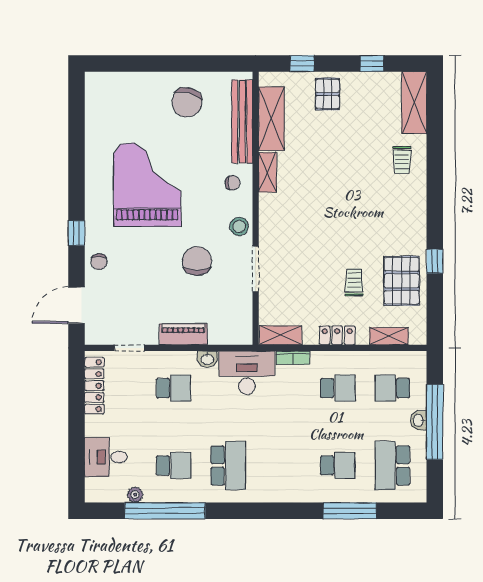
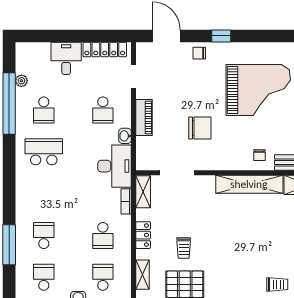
trolley: (402, 160) -> (277, 284), turned 180
shelving: (268, 172) -> (249, 184), width x2.20, depth x1.33
stool: (239, 226) -> (226, 160), removed
doorway: (256, 269) -> (177, 173), moved
trolley: (354, 282) -> (184, 248), turned 90
desk: (106, 457) -> (66, 58), moved
school desk: (228, 465) -> (44, 152), turned 180
school desk: (338, 465) -> (44, 235), turned 180
school desk: (392, 465) -> (44, 277), width x0.54

